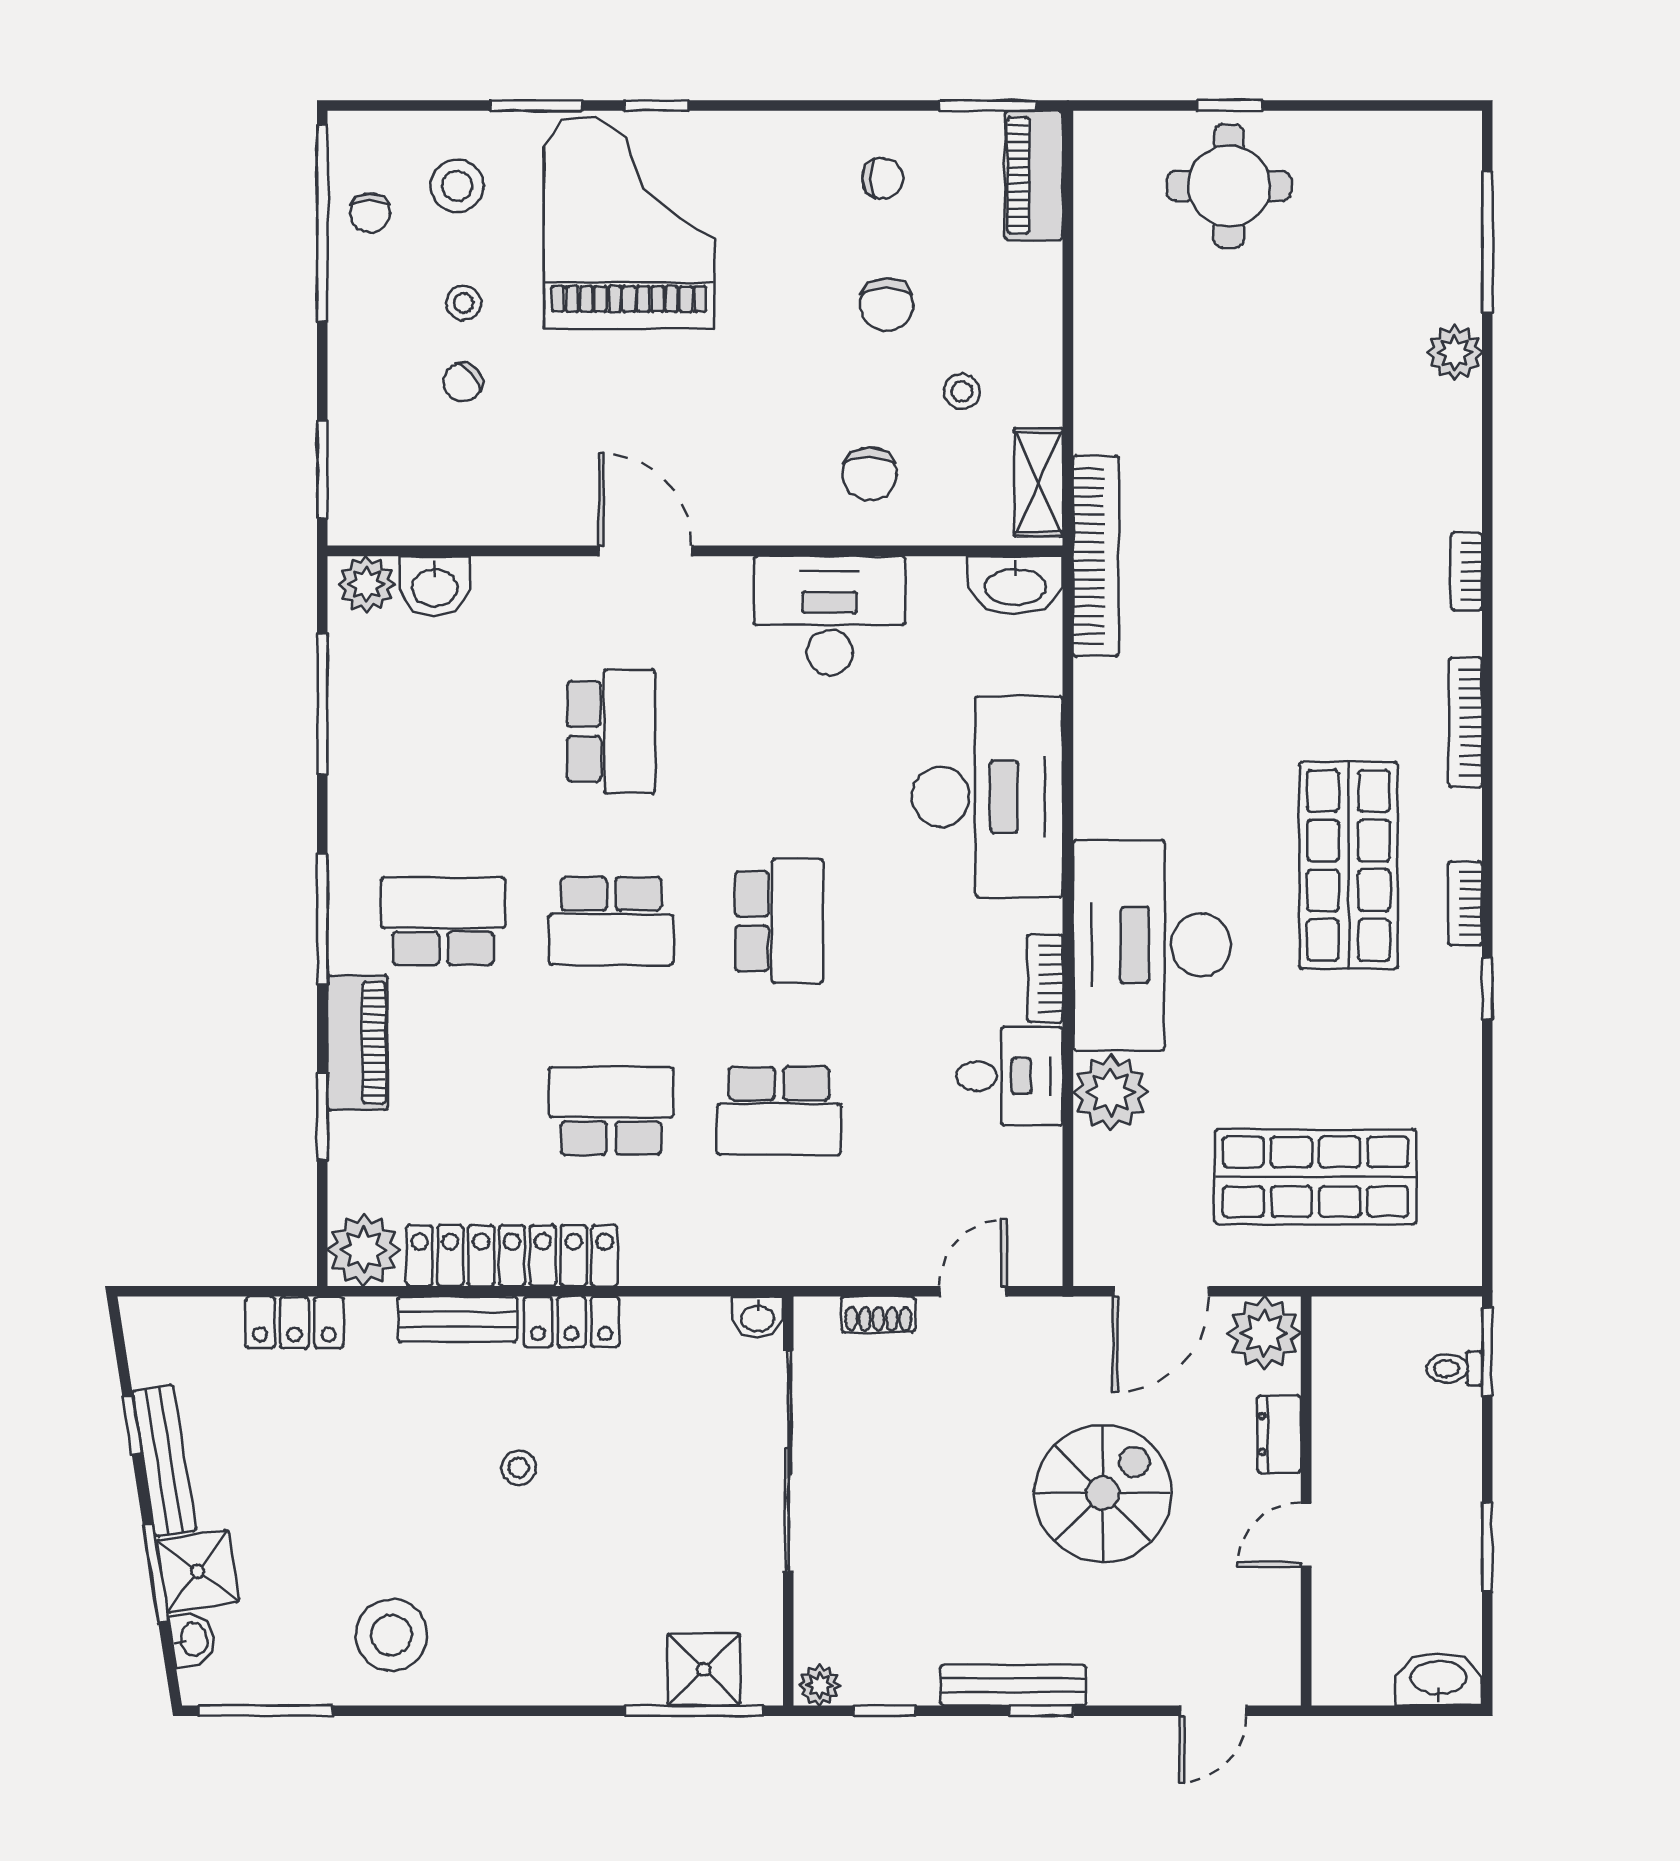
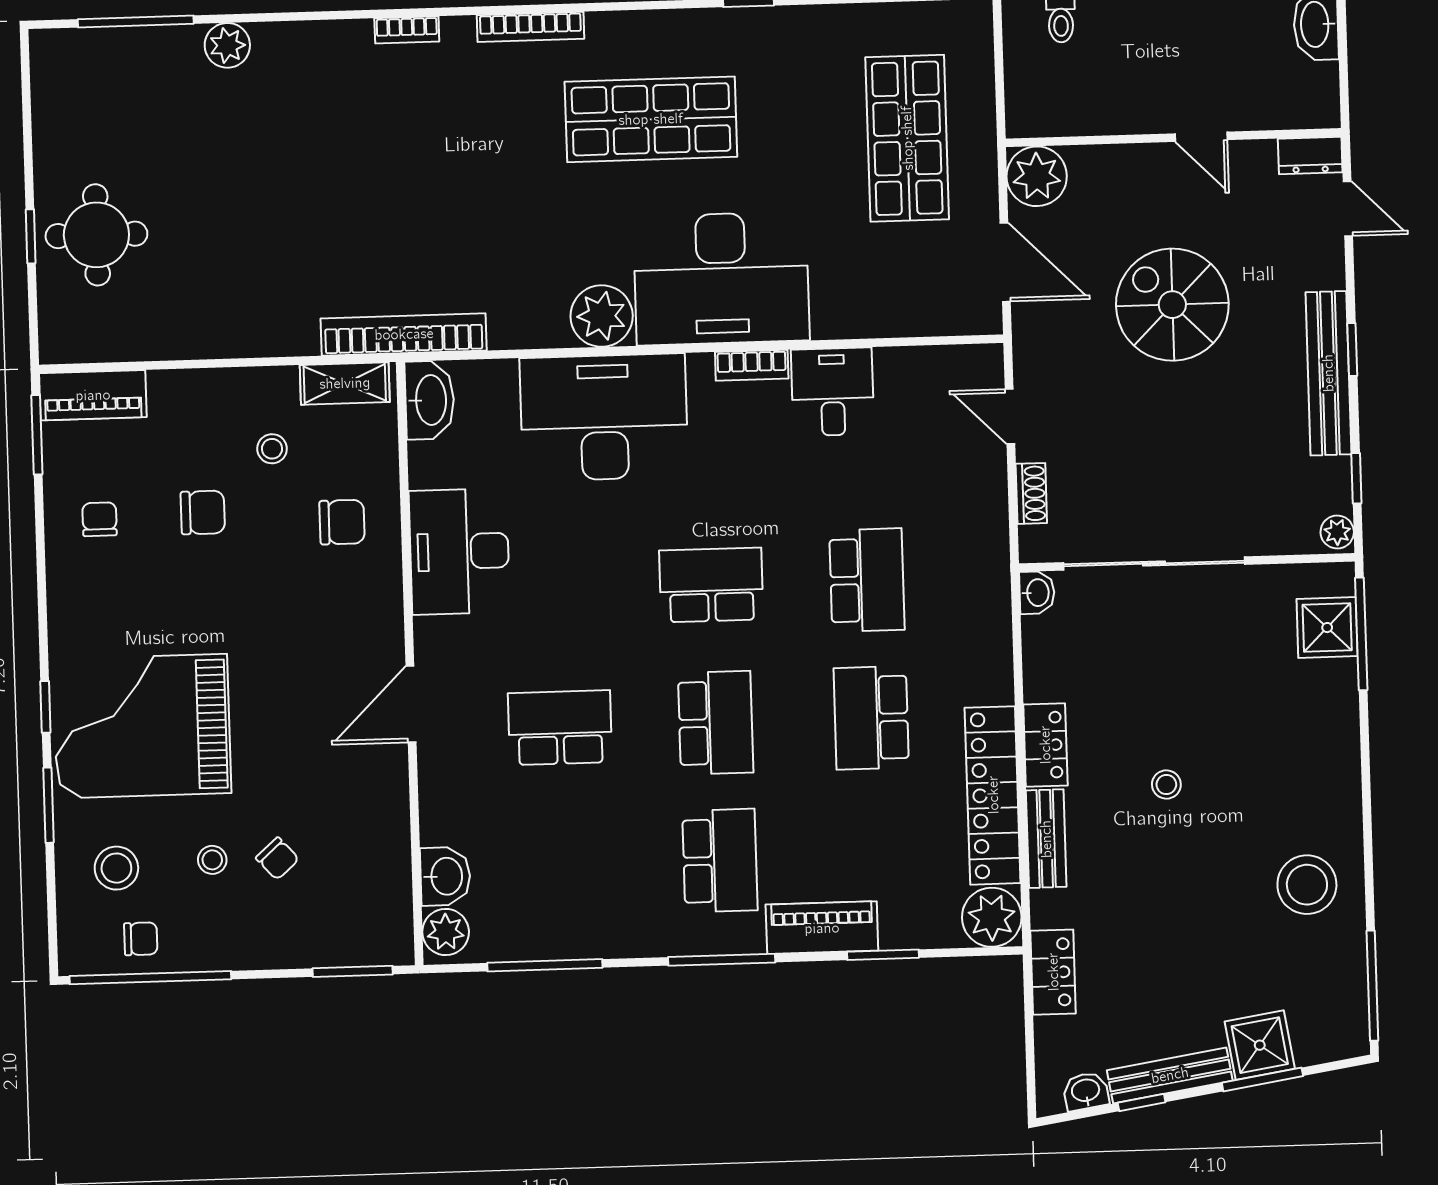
bookcase: (1465, 903) -> (679, 23), removed
school desk: (443, 921) -> (720, 861), turned 180
plant: (1111, 1092) -> (602, 316), moved
dresser: (1279, 1434) -> (1310, 155), moved
washbasin: (193, 1640) -> (1086, 1091), moved
bench: (1013, 1685) -> (1328, 373), width x1.37, depth x1.21

